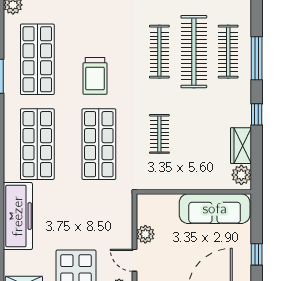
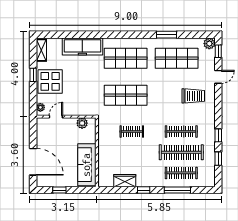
trolley: (95, 76) -> (193, 96), moved, turned 180
plant: (241, 175) -> (107, 181), removed
plant: (145, 234) -> (82, 123), moved

